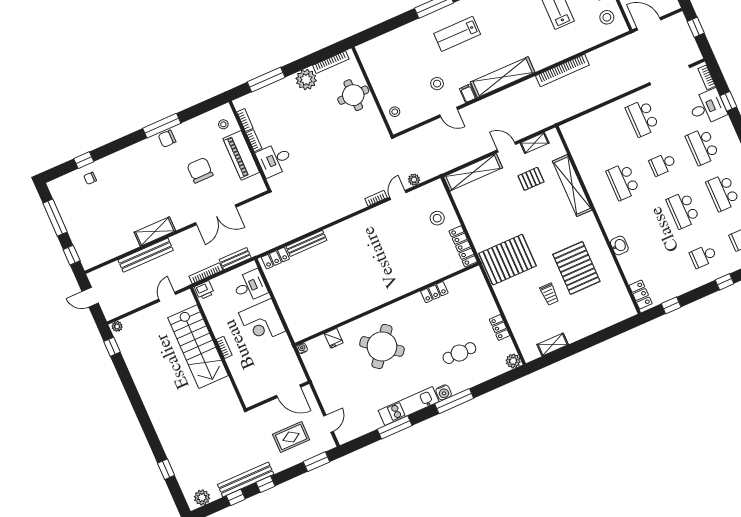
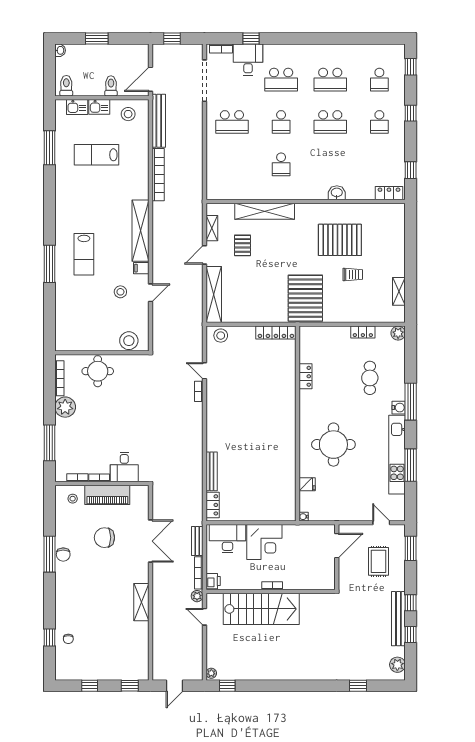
stool: (395, 112) -> (129, 341), width x1.89, depth x1.89
plant: (414, 180) -> (197, 596), moved
school desk: (623, 182) -> (281, 164), width x0.54
window: (55, 218) -> (90, 686), width x0.46
stool: (437, 218) -> (221, 336), moved
bench: (146, 255) -> (159, 121), moved
desk: (250, 286) -> (228, 539), width x1.37
round table: (382, 346) -> (333, 445), turned -38
kitchen unit: (409, 406) -> (397, 455), width x1.36

